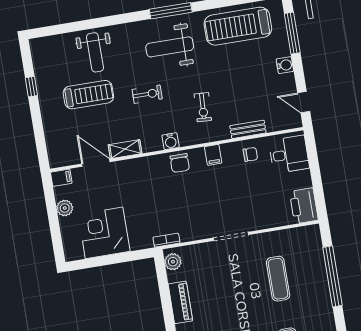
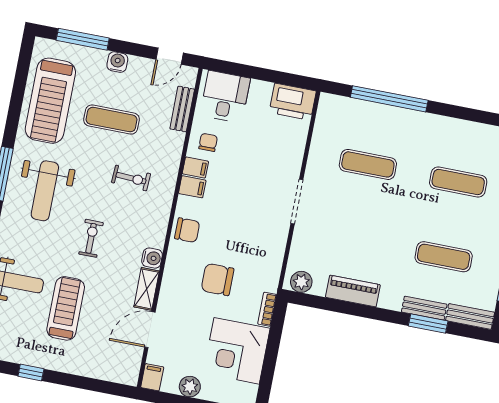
exercise mat: (241, 77) -> (112, 120), added
bench: (248, 129) -> (182, 109), moved
water cooler: (171, 141) -> (152, 258), moved
filing cabinet: (228, 152) -> (195, 168), added
chair: (152, 199) -> (217, 279), added
bookcase: (166, 240) -> (267, 309), moved

